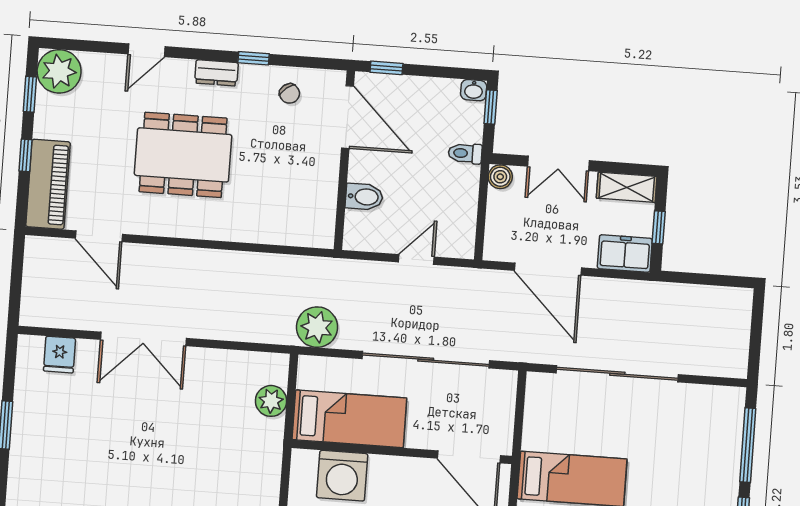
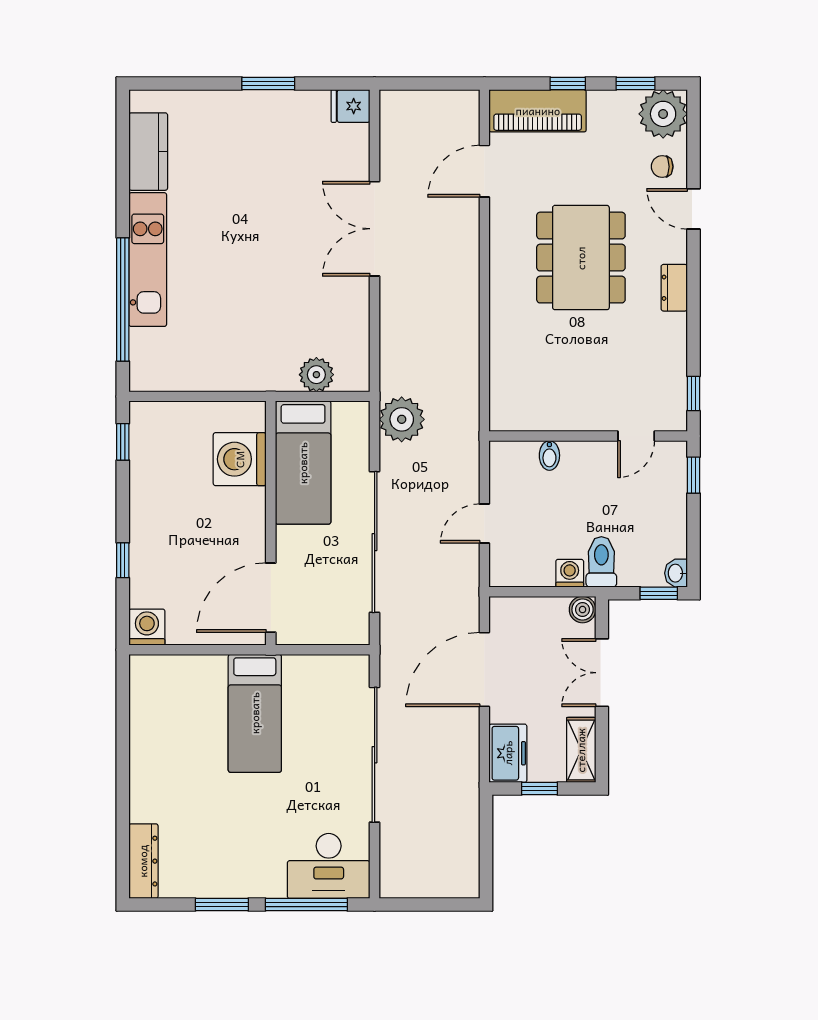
window: (254, 58) -> (693, 393), moved
chair: (290, 93) -> (662, 167), moved, turned 38
door: (348, 117) -> (636, 436), width x0.53
toilet: (465, 153) -> (601, 562), width x1.37, depth x1.39
washing machine: (467, 186) -> (570, 573), added
bidet: (364, 197) -> (549, 455), width x0.72, depth x0.74
door: (416, 259) -> (484, 524), swing flipped
fridge: (59, 355) -> (350, 106), moved
desk: (714, 422) -> (329, 866), added

